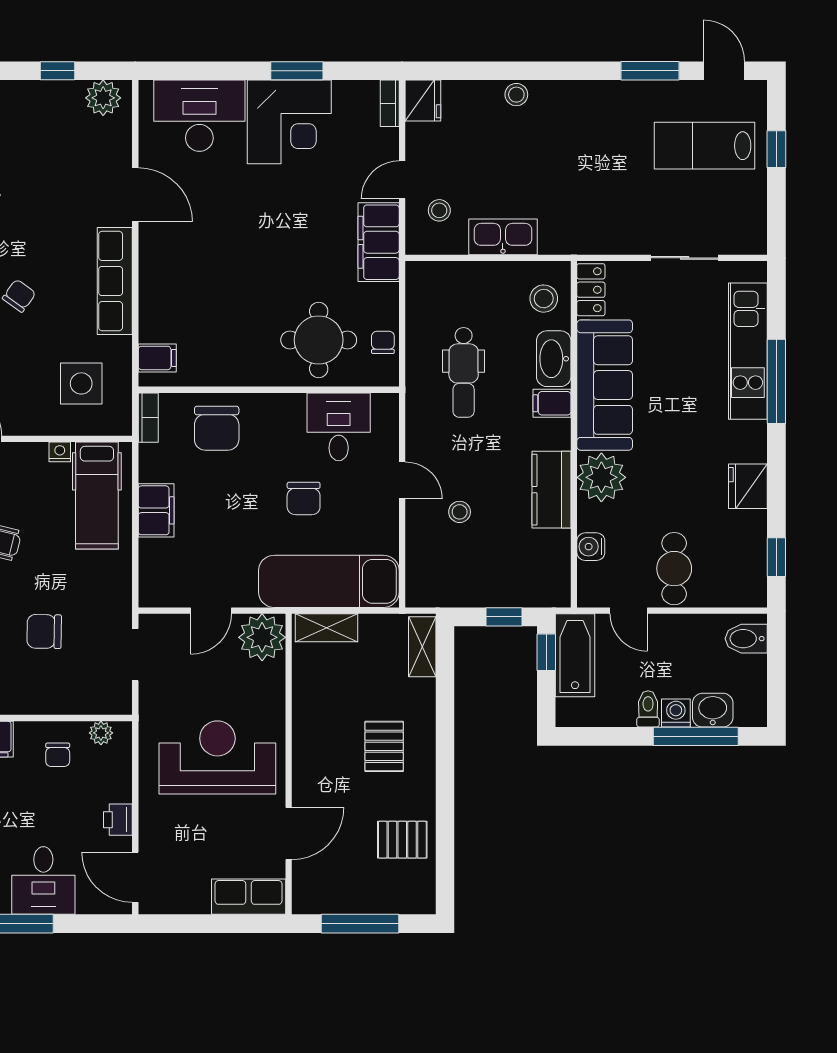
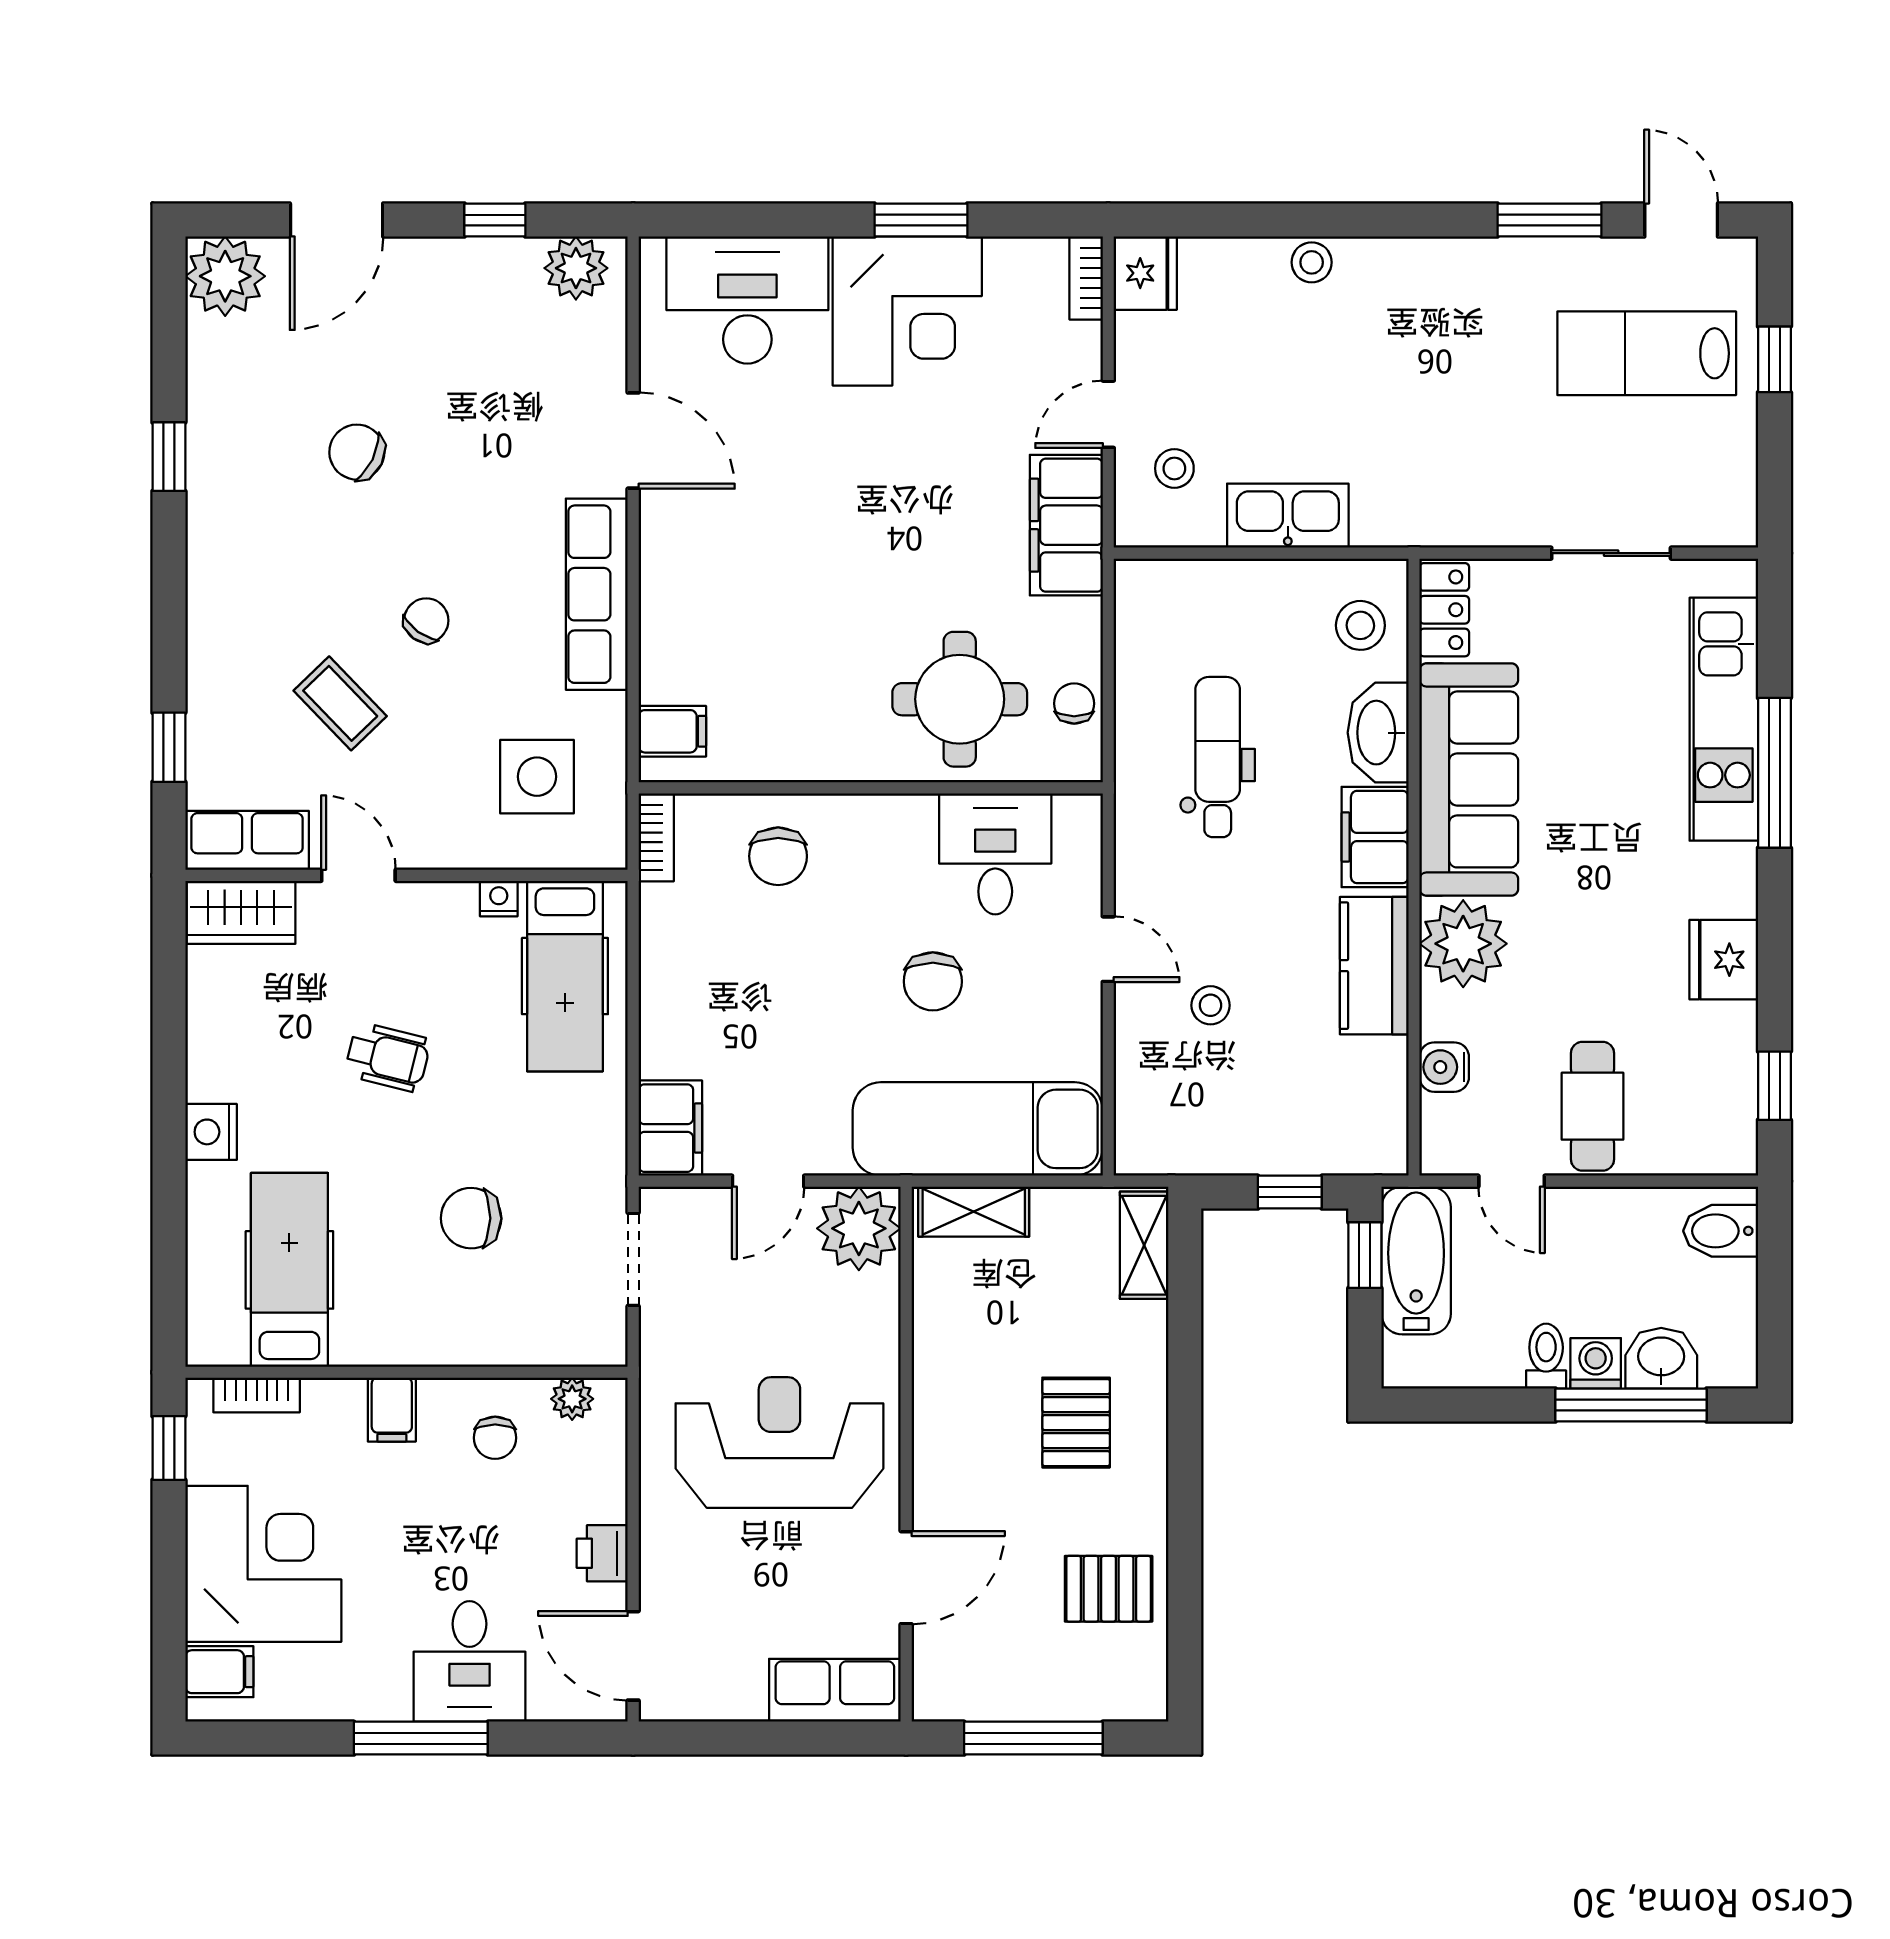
dental chair: (464, 372) -> (1218, 757), turned 180
filing cabinet: (552, 403) -> (1375, 837), width x2.00
chair: (217, 428) -> (778, 856), width x0.73, depth x0.73
filing cabinet: (156, 510) -> (670, 1128), moved

